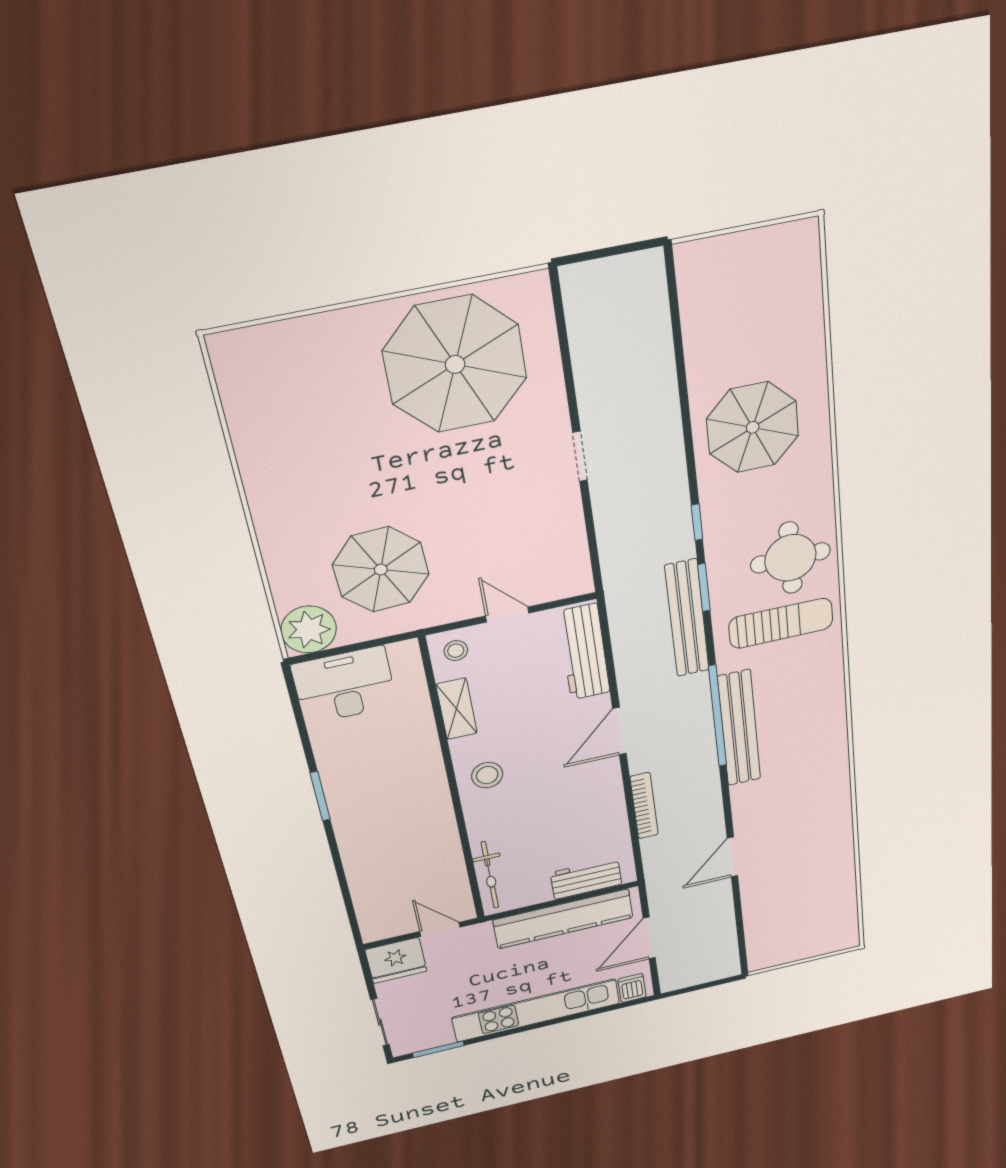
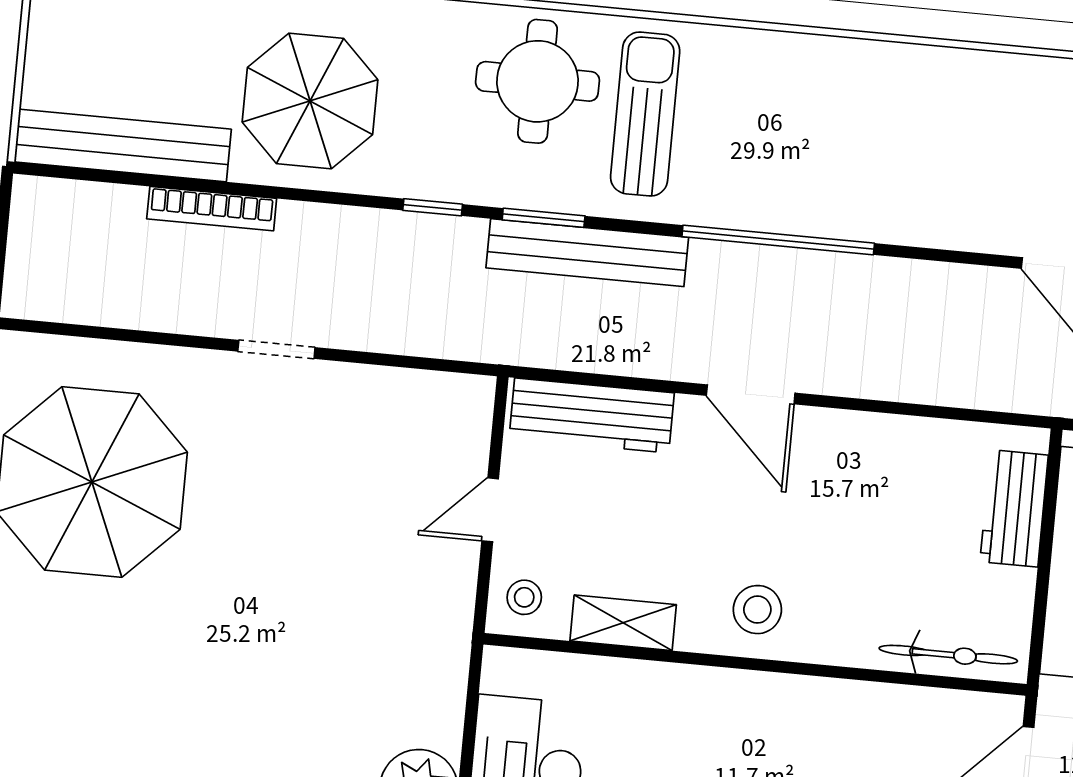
parasol: (381, 570) -> (359, 663), removed
bench: (739, 728) -> (123, 145), moved
bookcase: (644, 806) -> (212, 209), moved, turned 180

